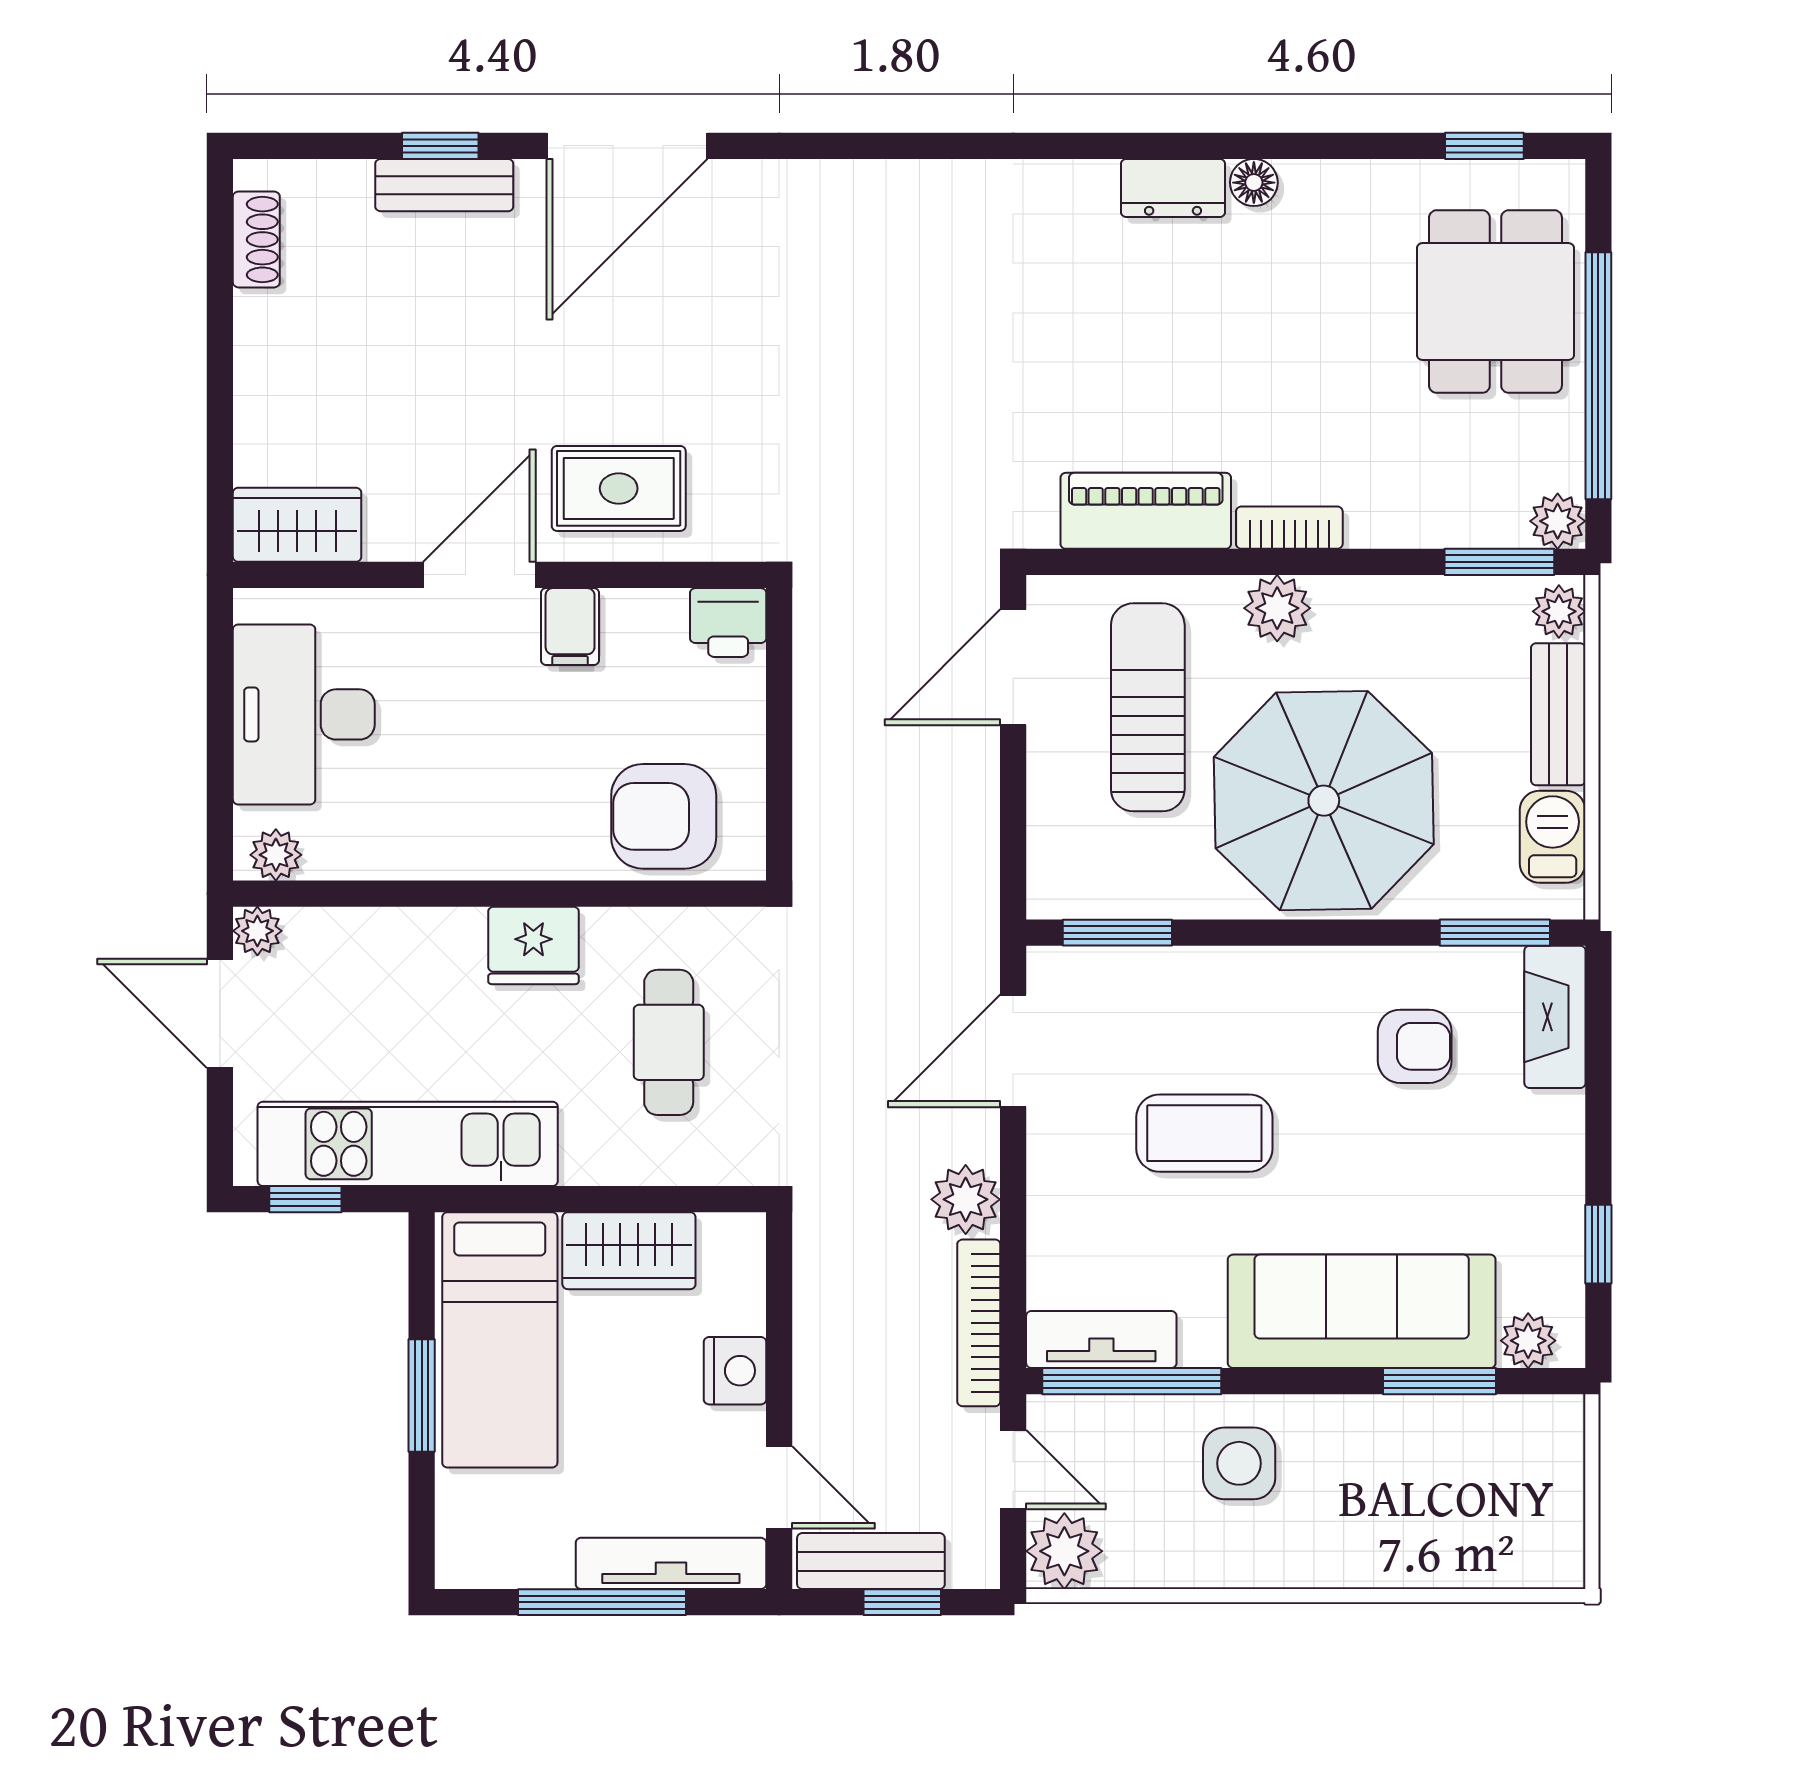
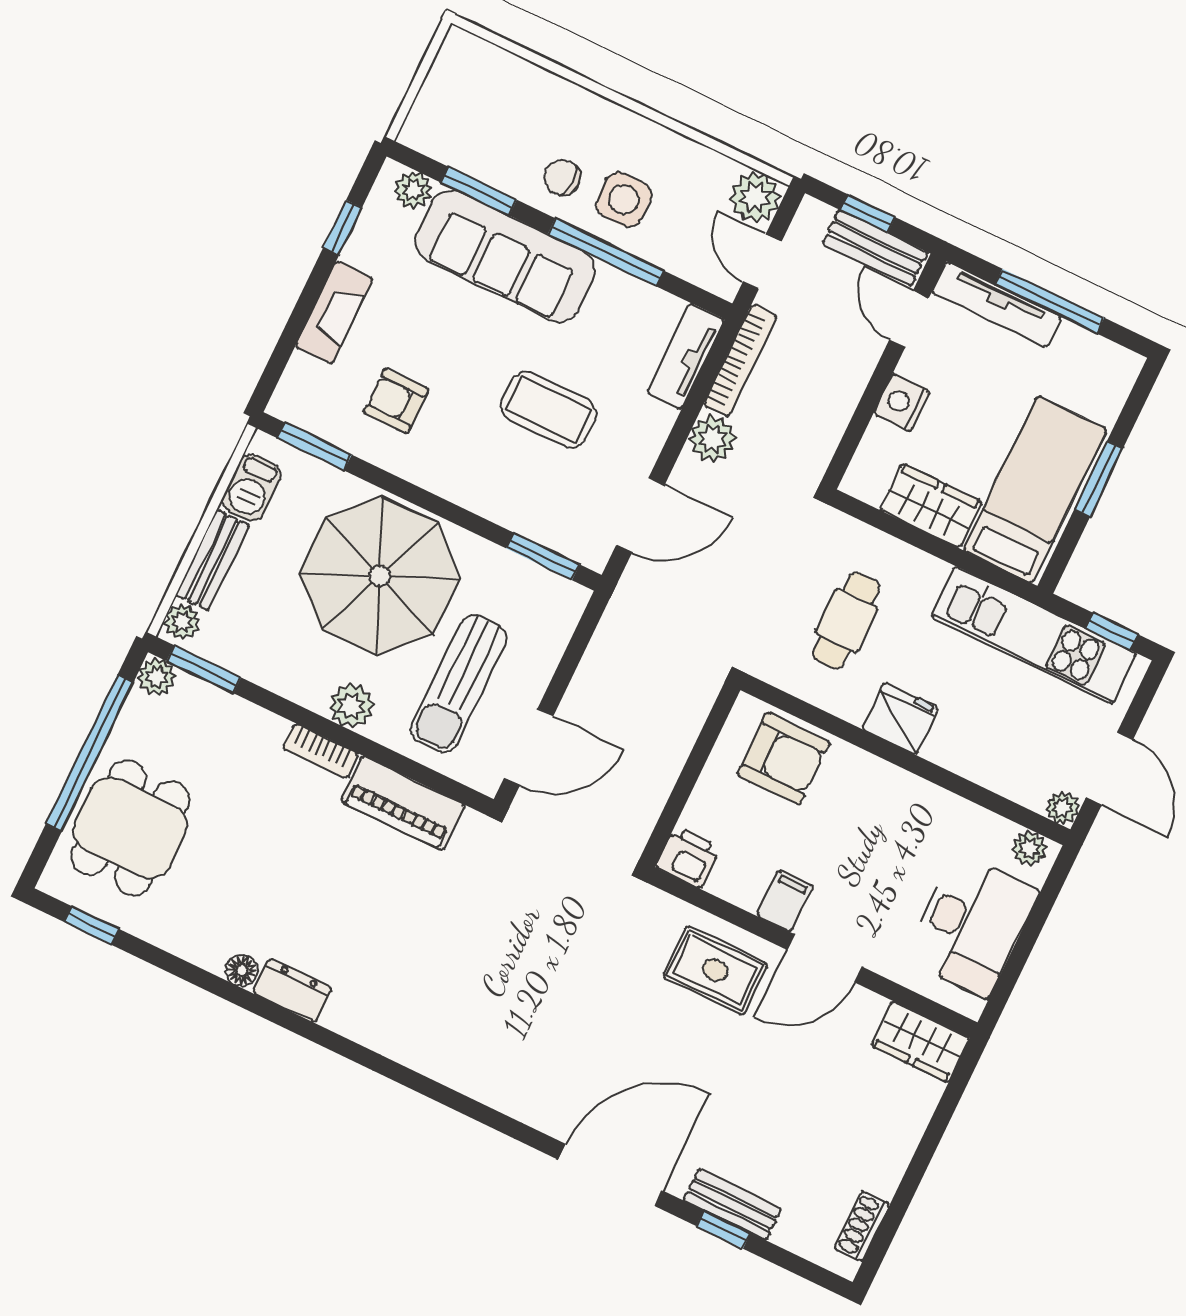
fireplace: (1555, 1017) -> (334, 313), moved
tv unit: (1101, 1339) -> (686, 356), moved, turned 90
window: (1132, 1381) -> (606, 252), moved
chair: (1336, 1453) -> (562, 178), added

